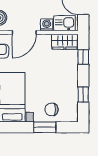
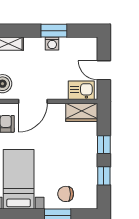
washing machine: (47, 25) -> (60, 92), removed
window: (83, 57) -> (104, 145), moved

